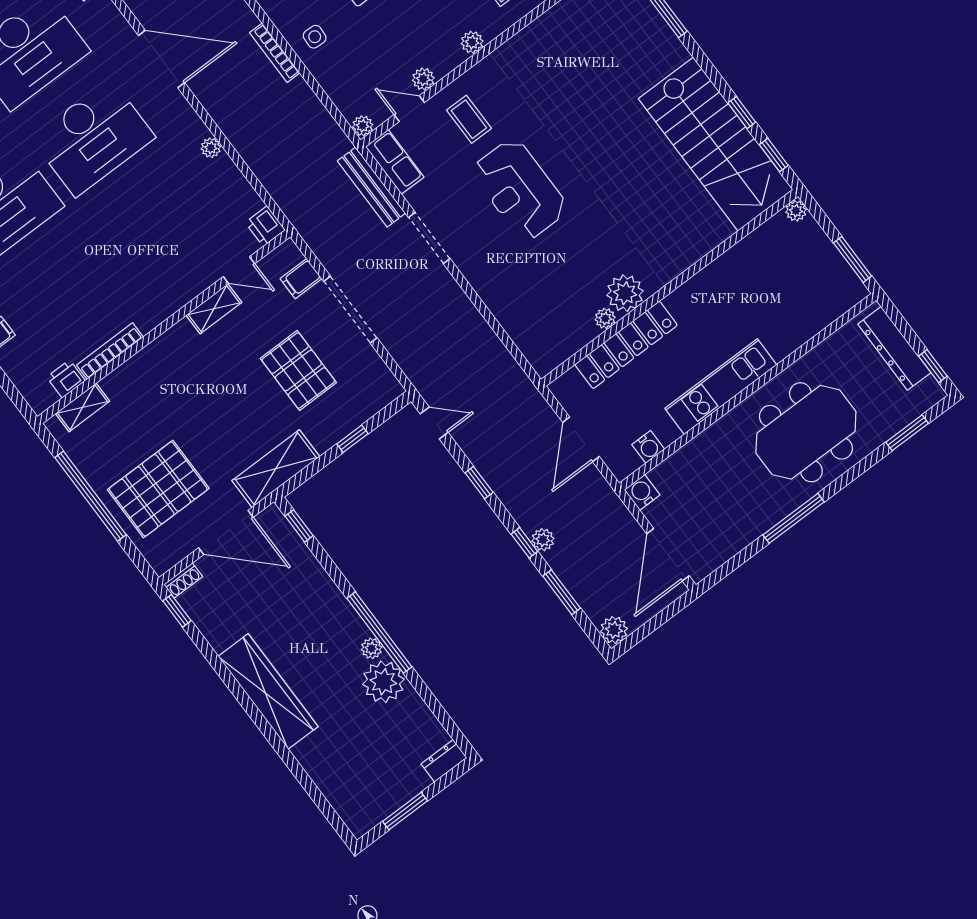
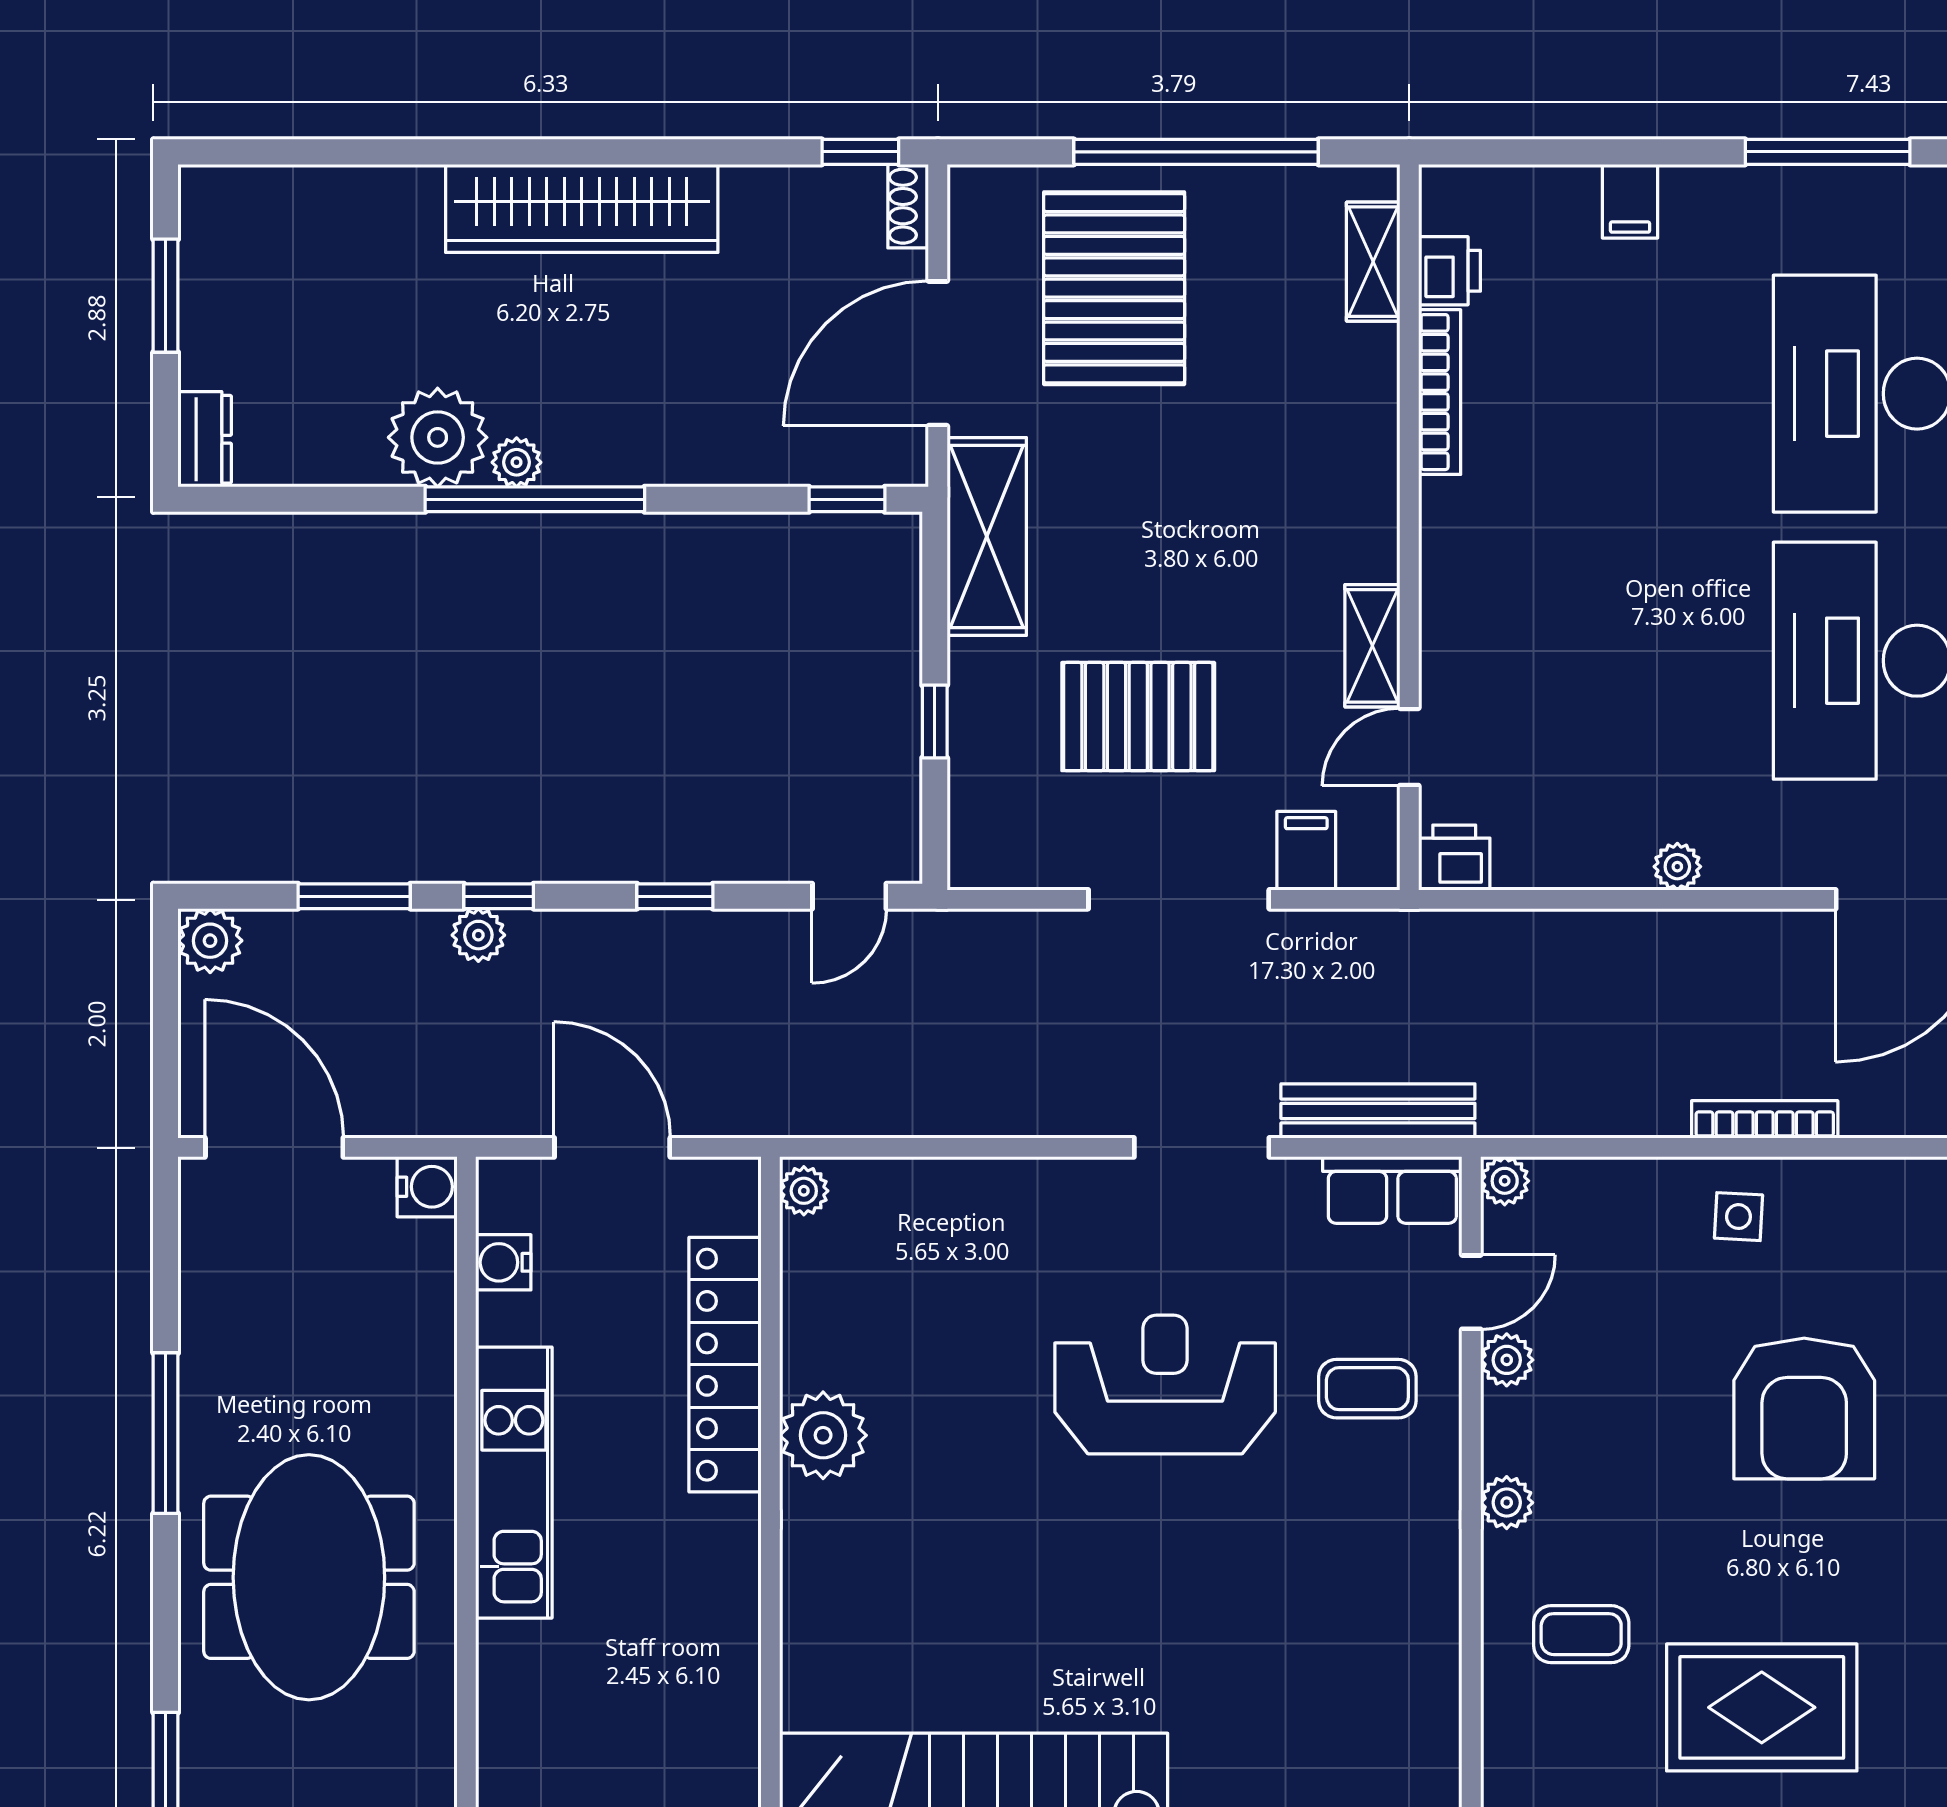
plant: (605, 318) -> (804, 1191), moved

